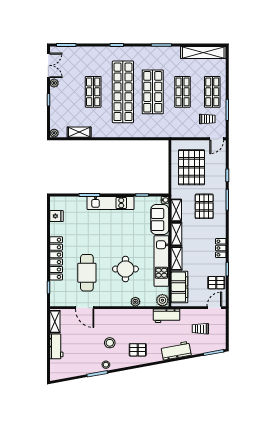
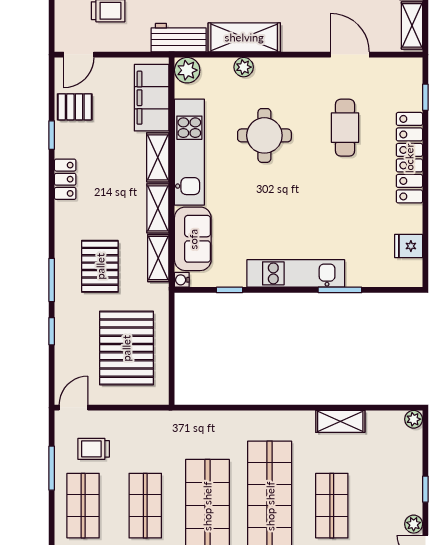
shelving: (79, 132) -> (340, 421), moved
cafe table: (87, 273) -> (345, 128), width x0.73, depth x0.74
shelving: (135, 316) -> (244, 37), added

